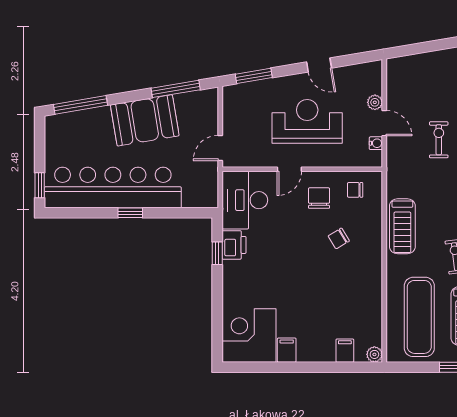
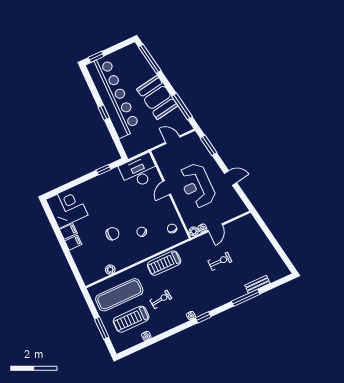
door: (319, 65) -> (231, 178), swing flipped
plant: (375, 102) -> (194, 231), moved
reception desk: (307, 121) -> (197, 186), turned 180
door: (220, 148) -> (173, 140), moved
door: (289, 169) -> (167, 188), hinge flipped
chair: (319, 198) -> (112, 234), moved
printer: (234, 245) -> (112, 177), removed
filing cabinet: (345, 351) -> (73, 243), moved
plant: (374, 354) -> (110, 270), moved

